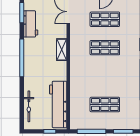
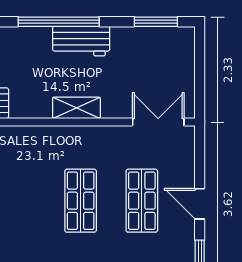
workbench: (31, 24) -> (81, 41), moved

